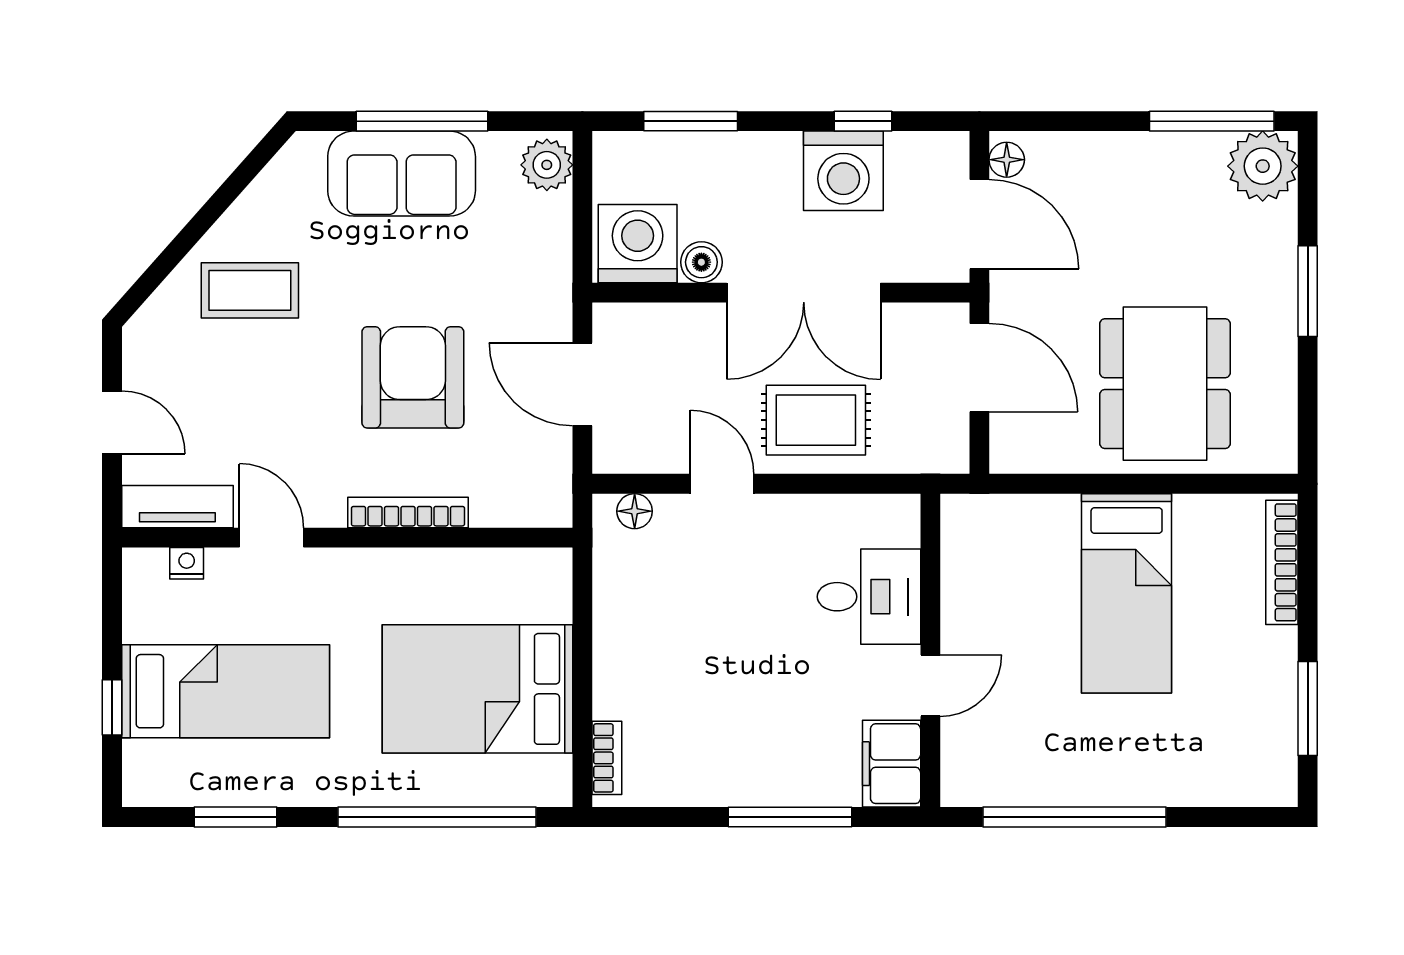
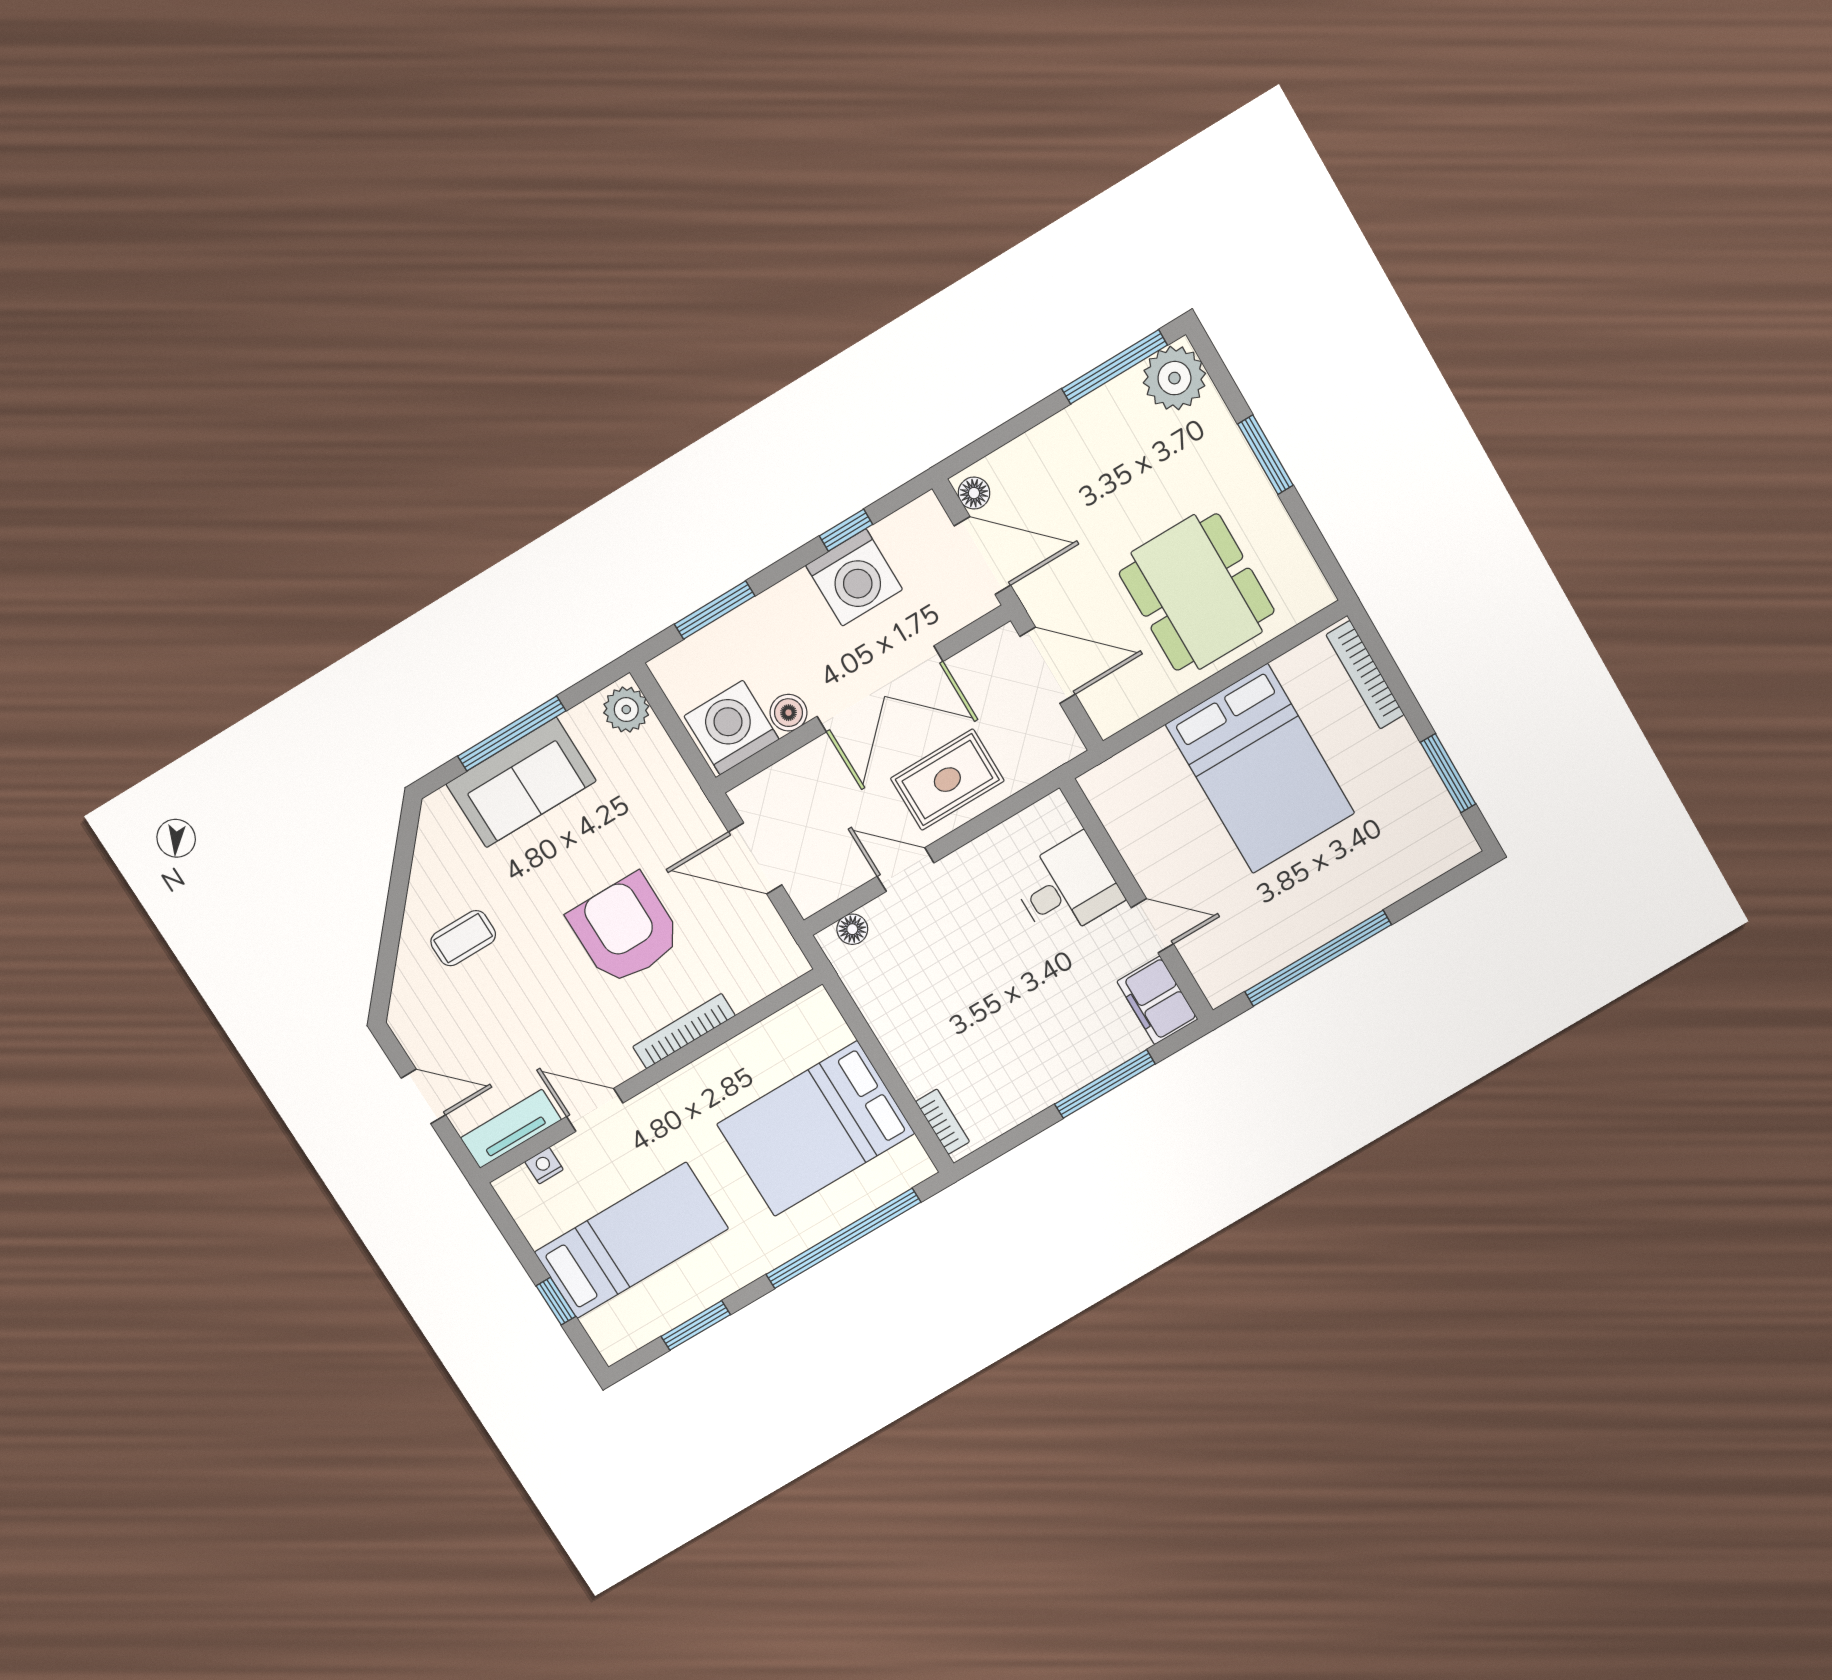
coffee table: (250, 290) -> (463, 938), width x0.73, depth x0.77
bed: (1127, 593) -> (1260, 769), width x1.50
door: (930, 686) -> (1152, 926), hinge flipped

